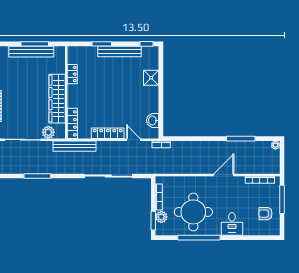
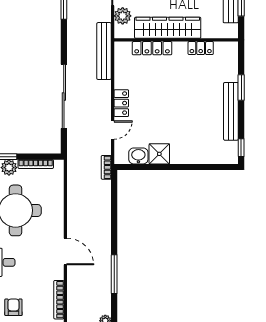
shower: (151, 78) -> (159, 154), moved
locker: (72, 123) -> (152, 48), moved
locker: (108, 133) -> (121, 103), width x0.66

